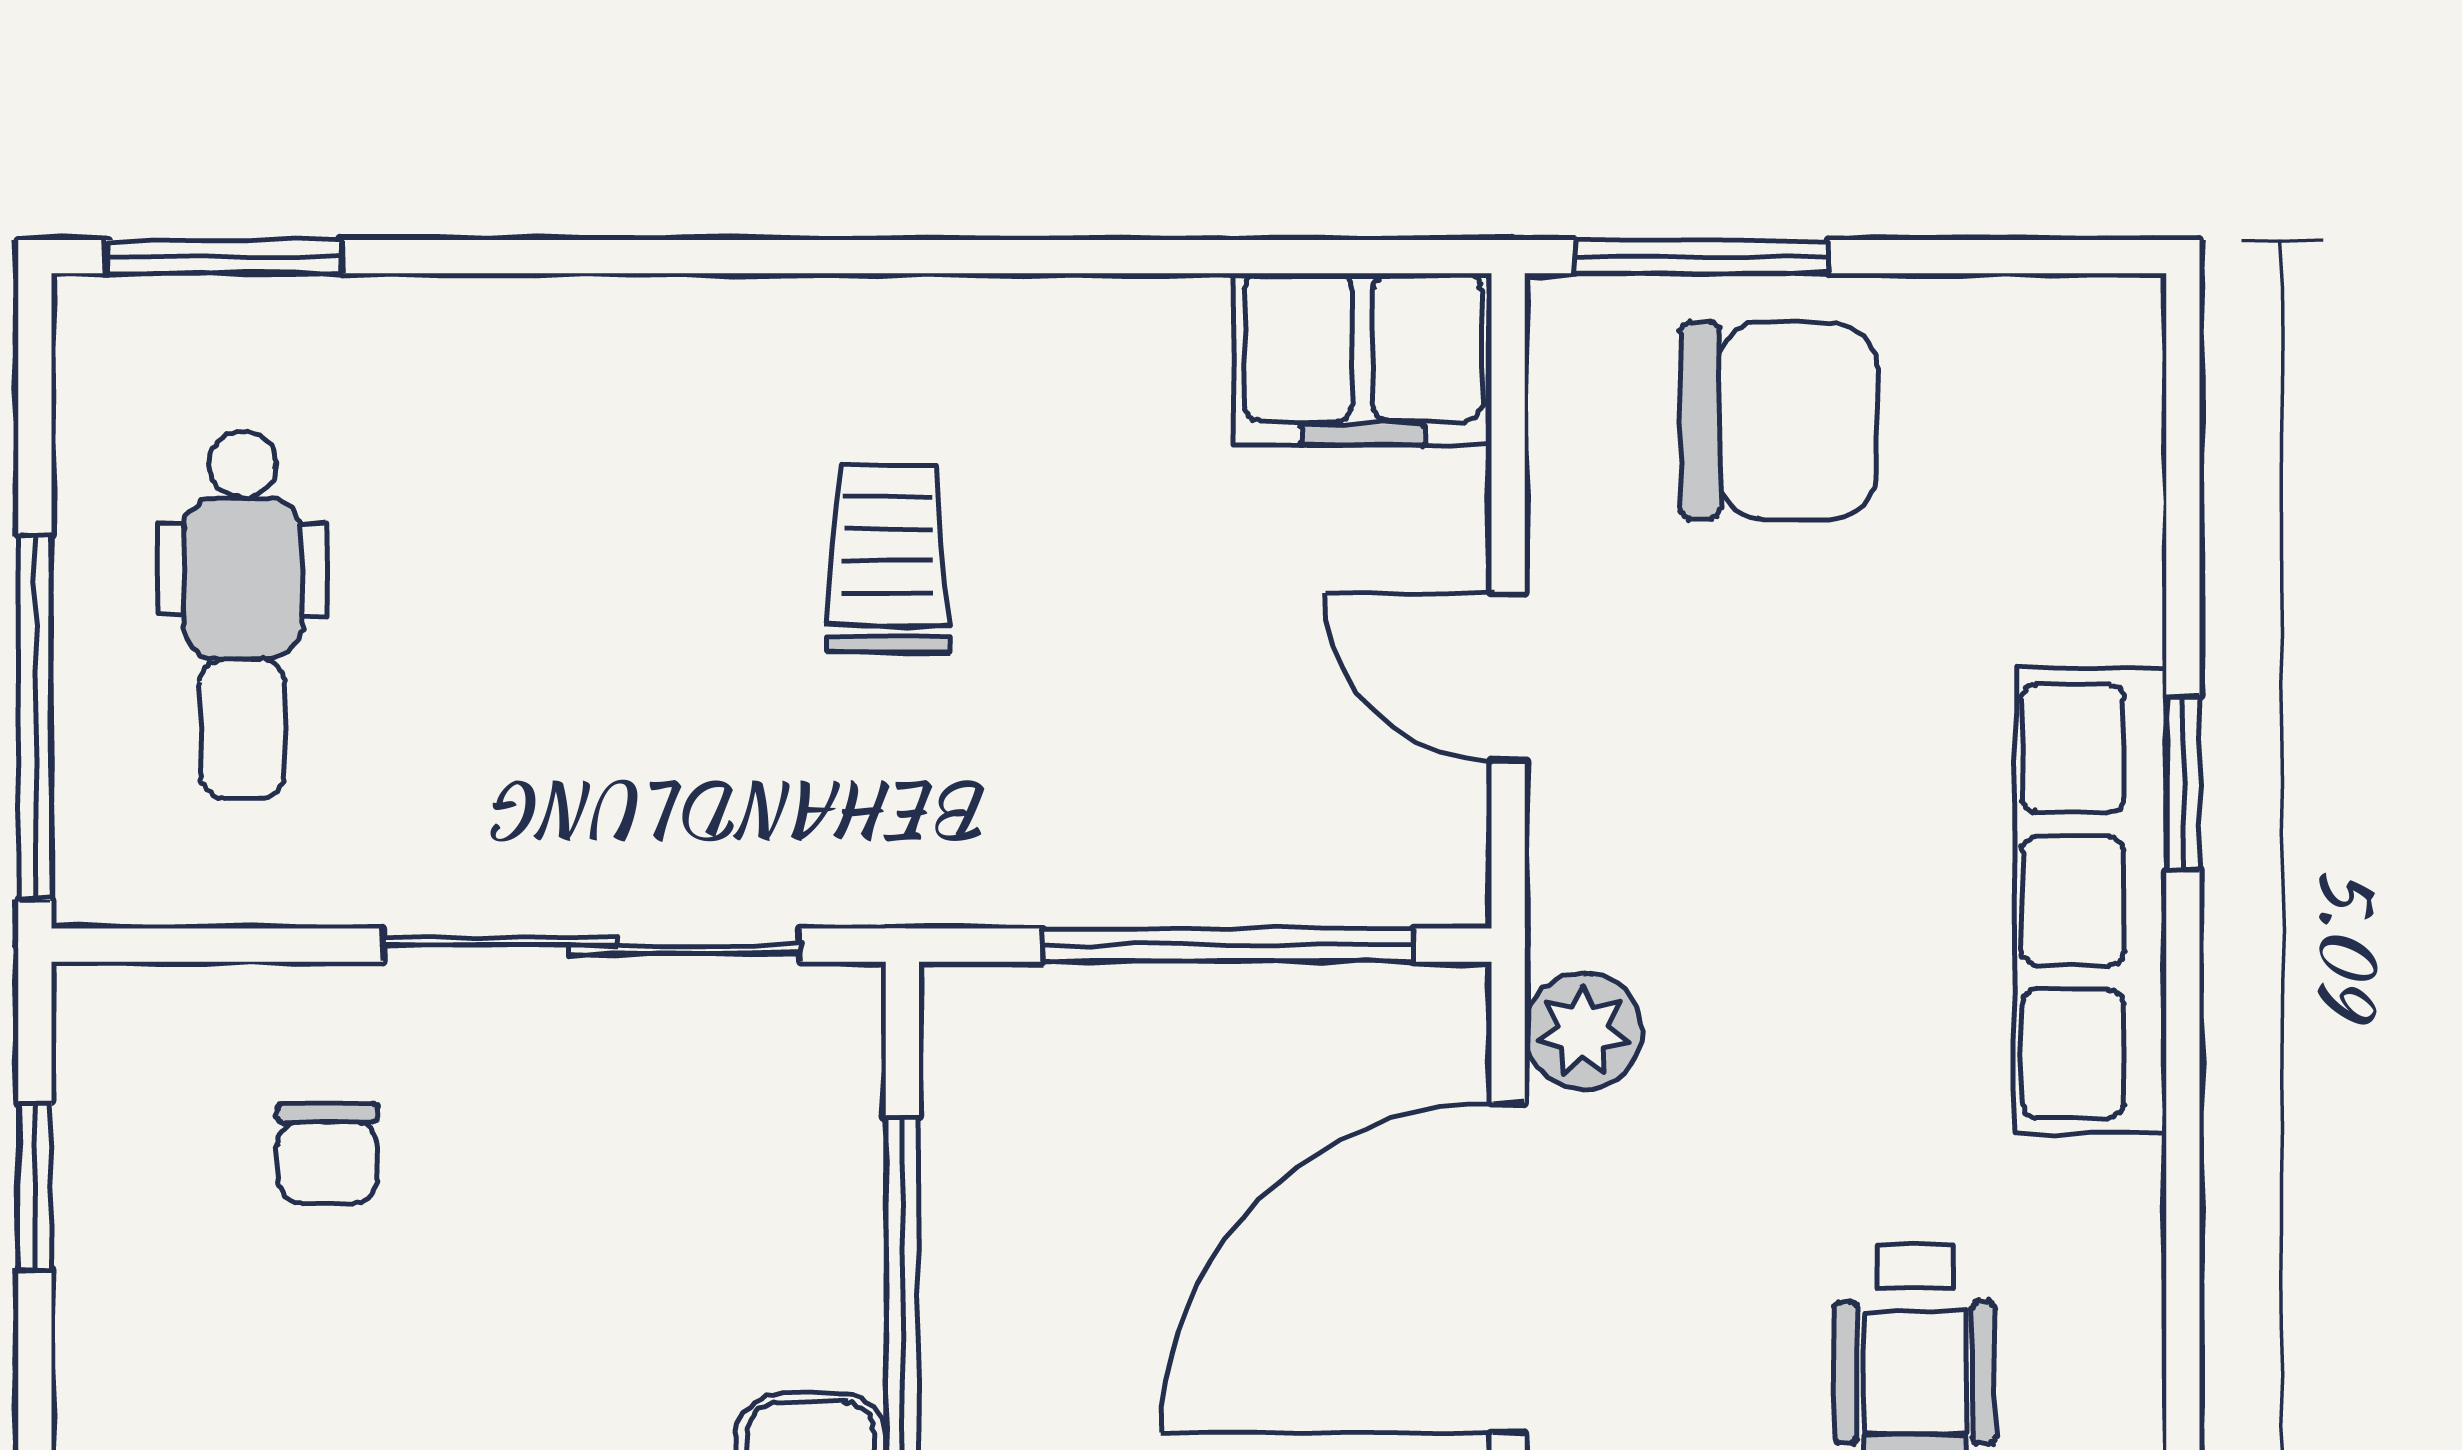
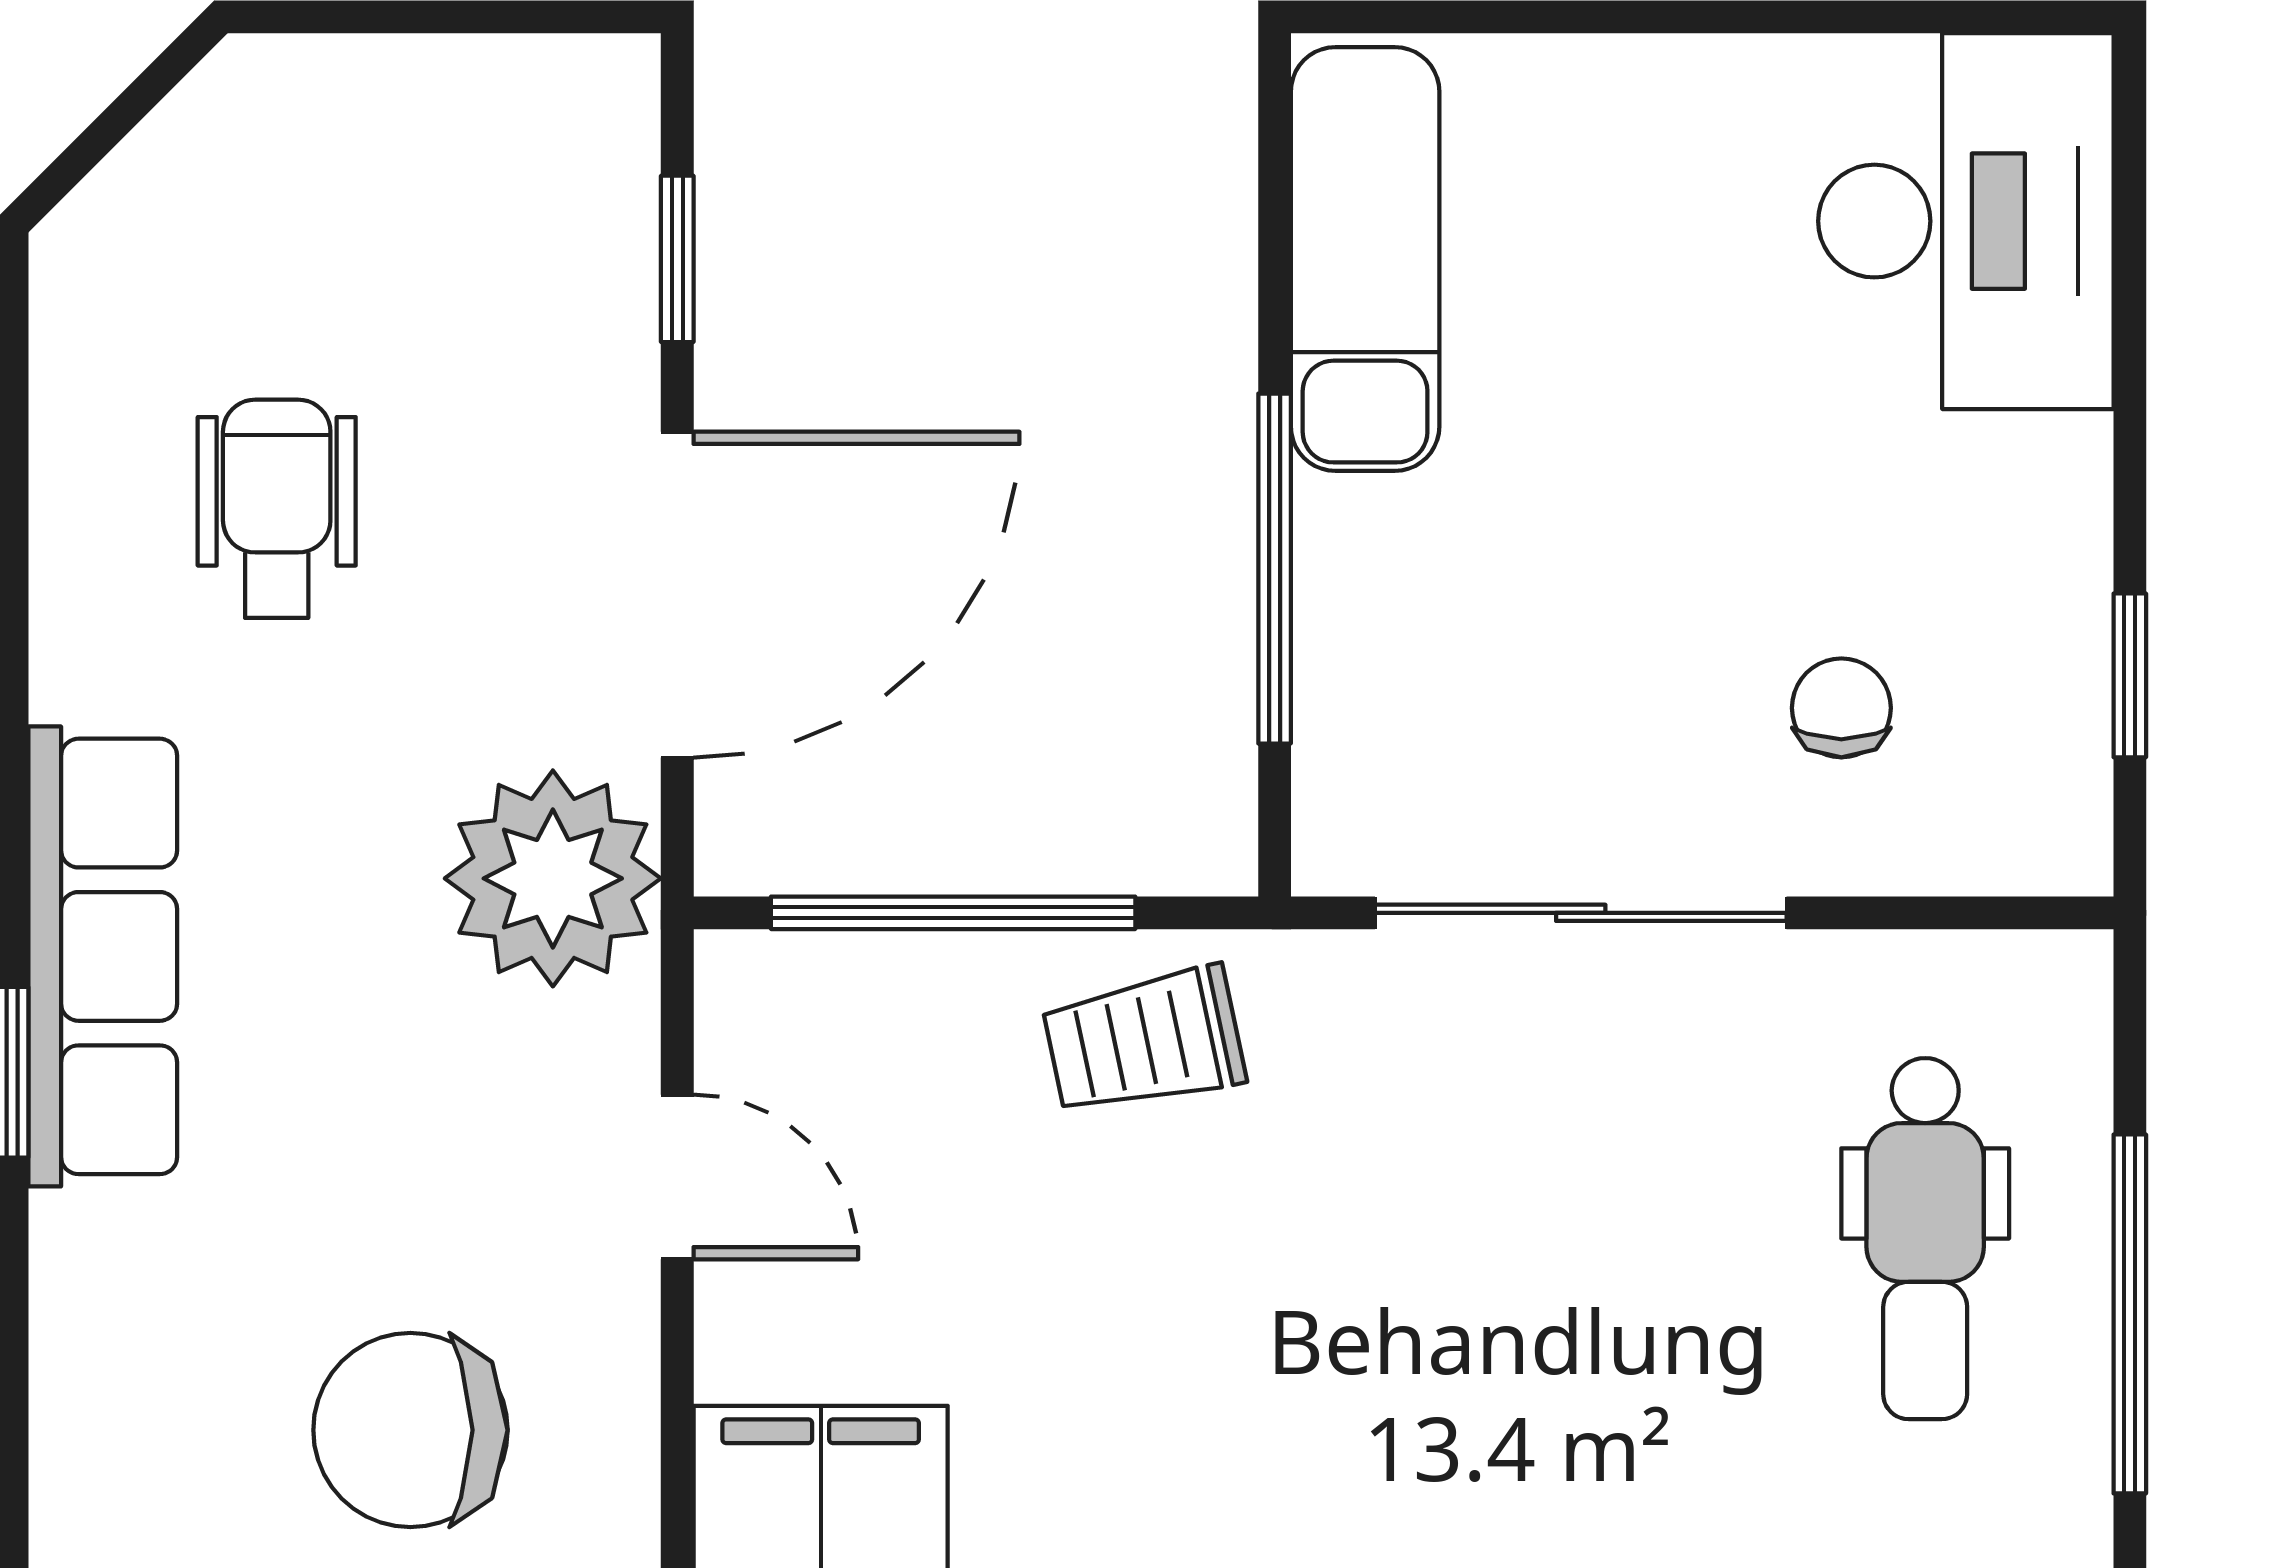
trolley: (888, 558) -> (1144, 1041), moved, turned 78
dental chair: (242, 615) -> (1925, 1239), turned 180
window: (35, 718) -> (2130, 1314), moved
plant: (1583, 1031) -> (553, 878), width x1.88, depth x1.88

